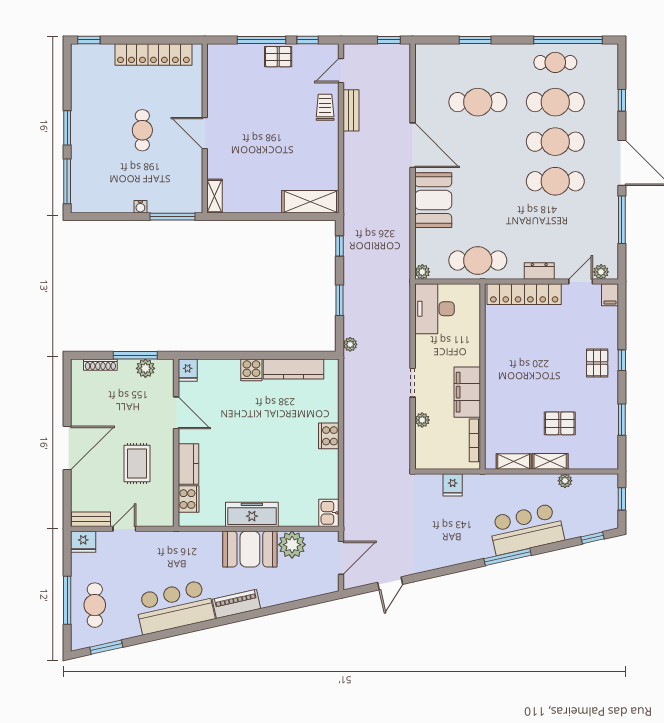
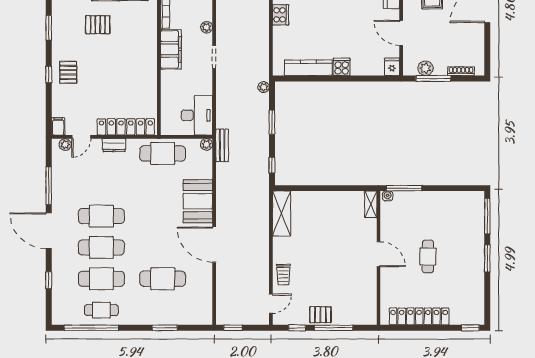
bench: (351, 110) -> (222, 145), moved
shelving: (310, 202) -> (282, 213), moved, turned 90
water cooler: (140, 207) -> (388, 196), moved

